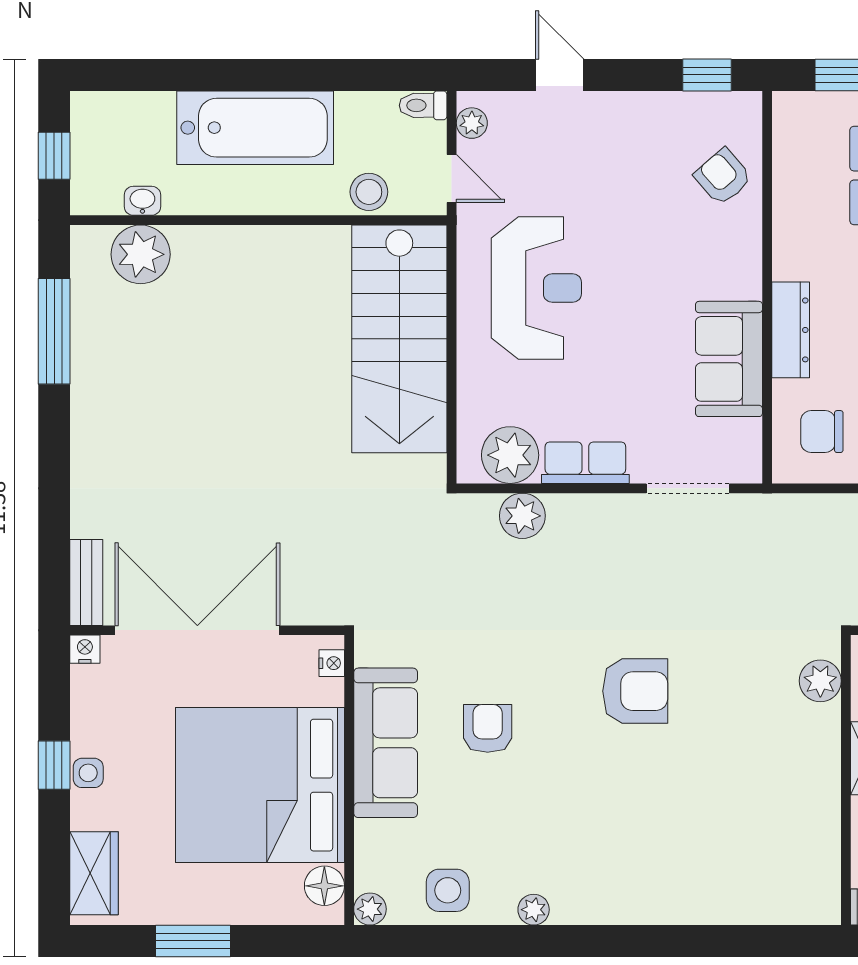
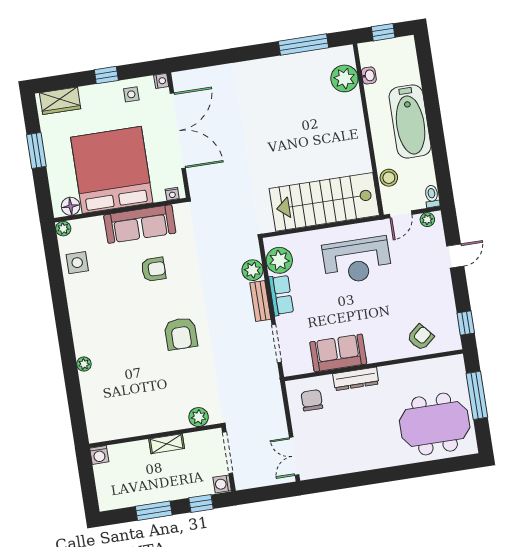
bench: (86, 582) -> (260, 301), moved, turned 90
side table: (88, 773) -> (131, 94), moved
plant: (534, 910) -> (84, 364), moved

